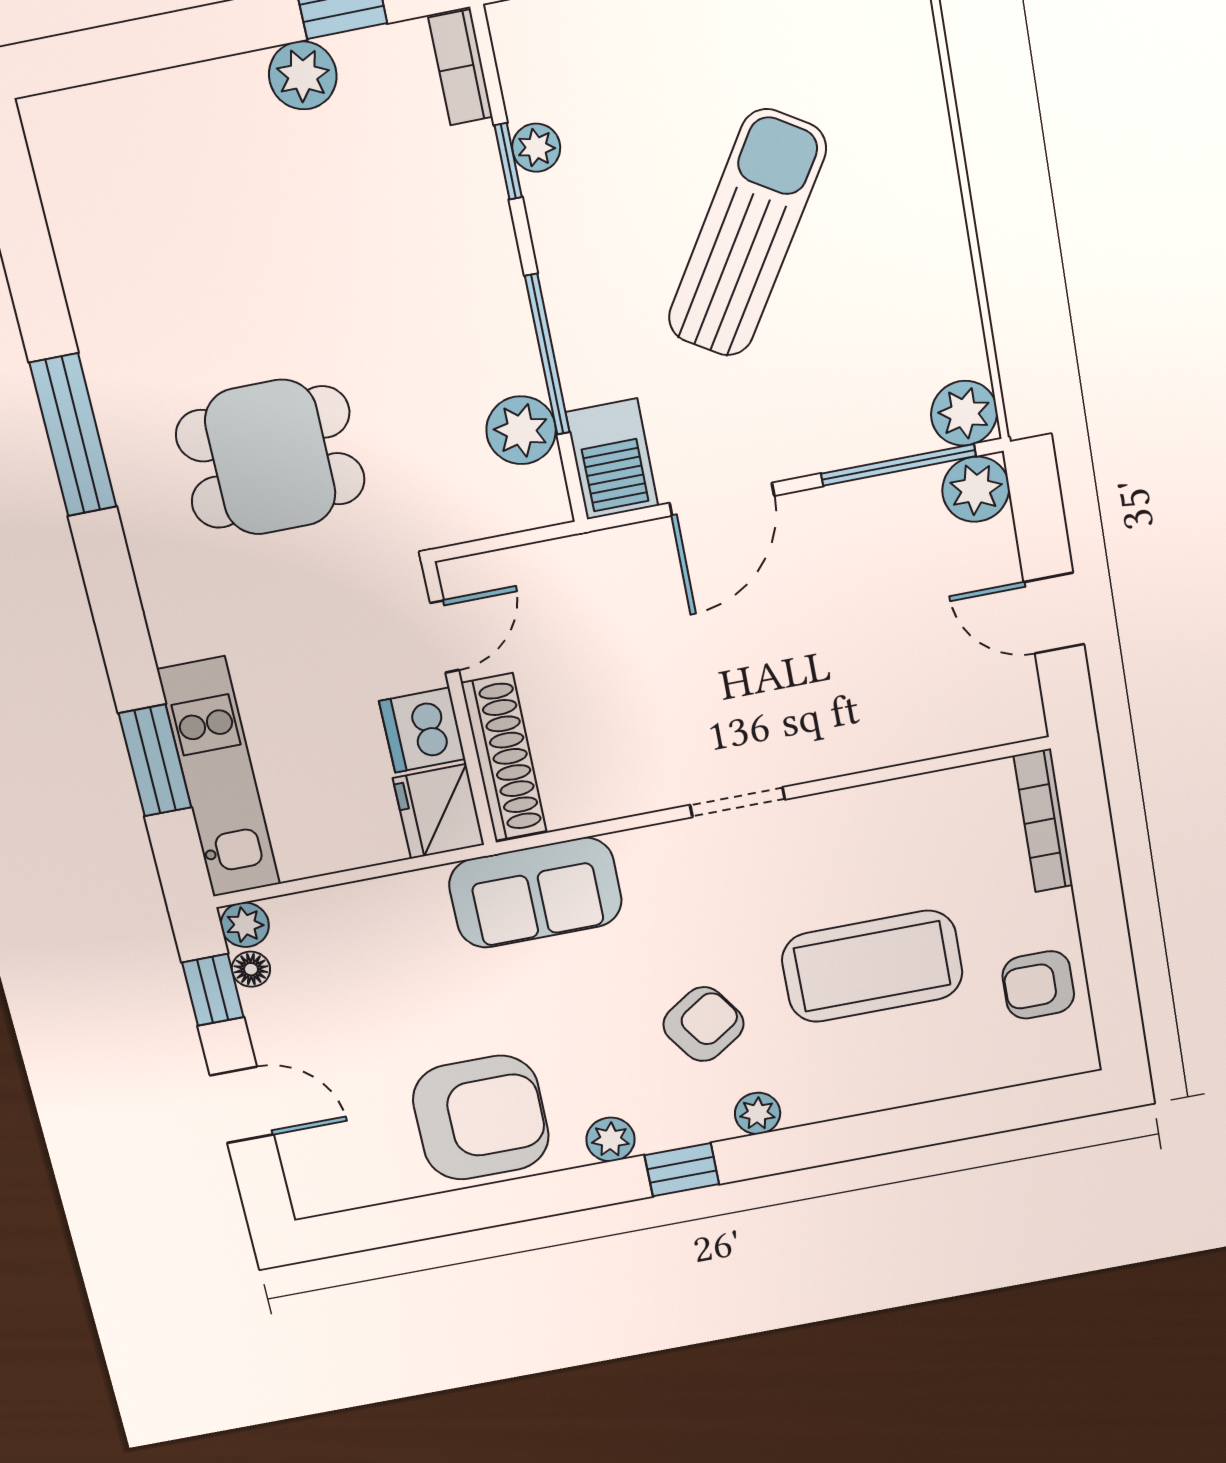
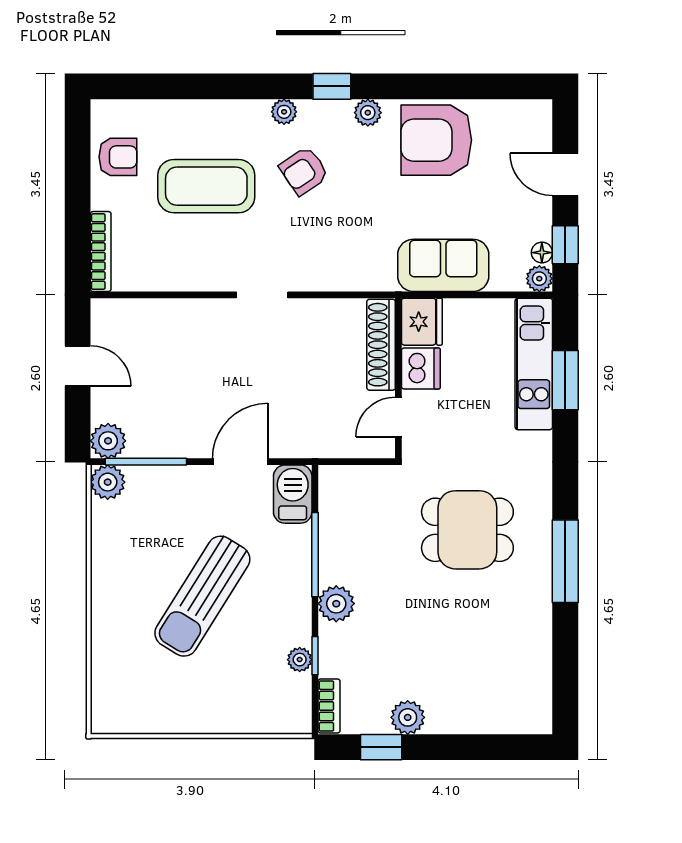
plant: (521, 430) -> (336, 604), moved
sofa: (535, 893) -> (443, 265), moved

